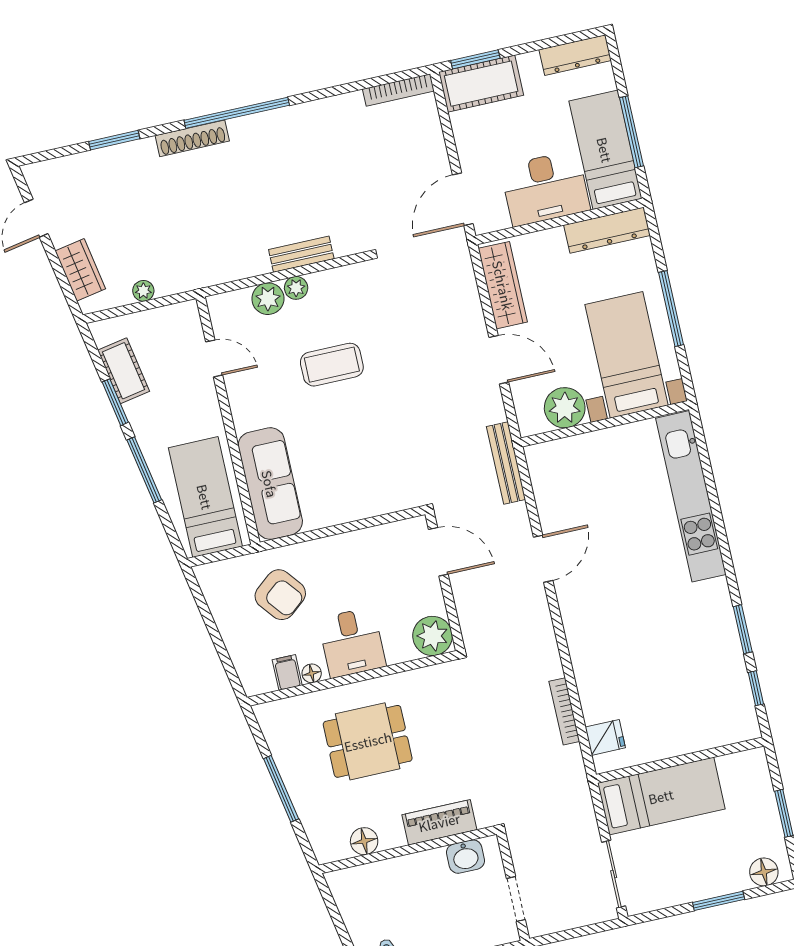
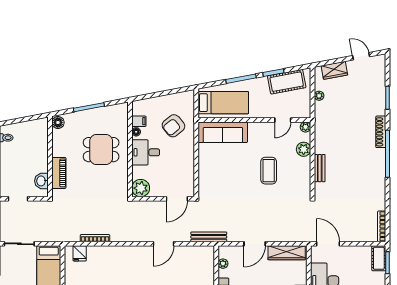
cot: (481, 84) -> (379, 258), width x0.73, depth x0.75
plant: (296, 288) -> (306, 127), moved
cot: (124, 371) -> (287, 82), width x1.37, depth x1.34
plant: (565, 408) -> (223, 264), width x0.53, depth x0.53
door: (543, 559) -> (164, 244), hinge flipped
dining table: (368, 741) -> (101, 150), turned 90
floor lamp: (364, 841) -> (58, 122), moved

